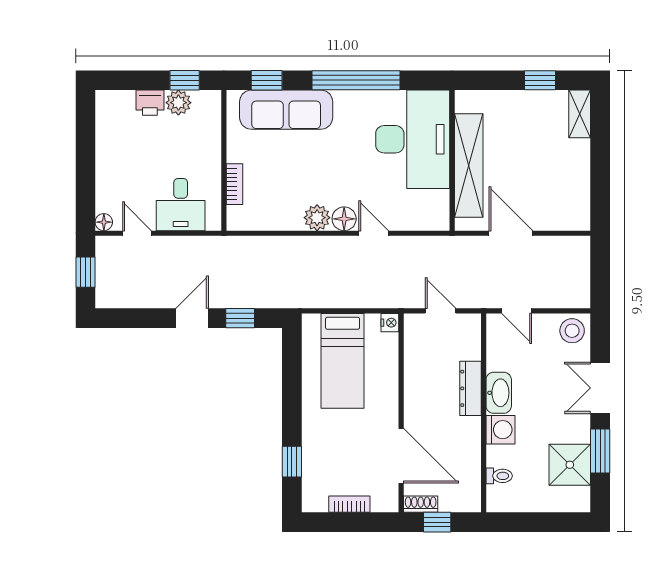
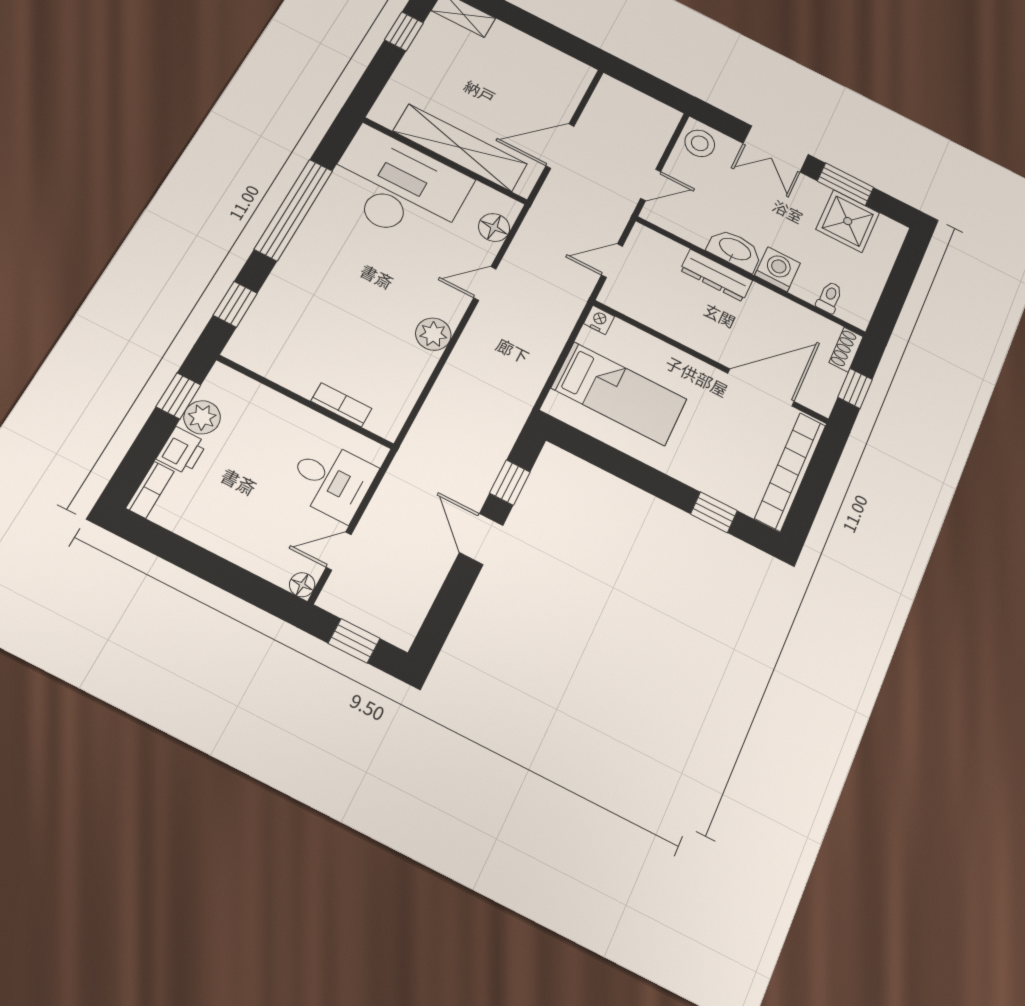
bookcase: (115, 98) -> (150, 490), added
sofa: (286, 110) -> (284, 301), removed
floor lamp: (344, 219) -> (494, 227), moved
bookcase: (349, 504) -> (790, 471), width x2.31, depth x1.31
shoe rack: (421, 504) -> (846, 350), moved

